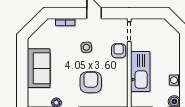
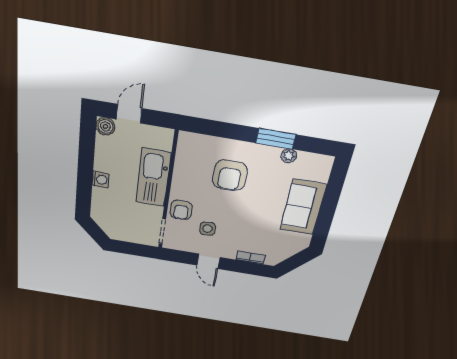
side table: (86, 47) -> (208, 229), moved
washing machine: (175, 80) -> (100, 180), moved

